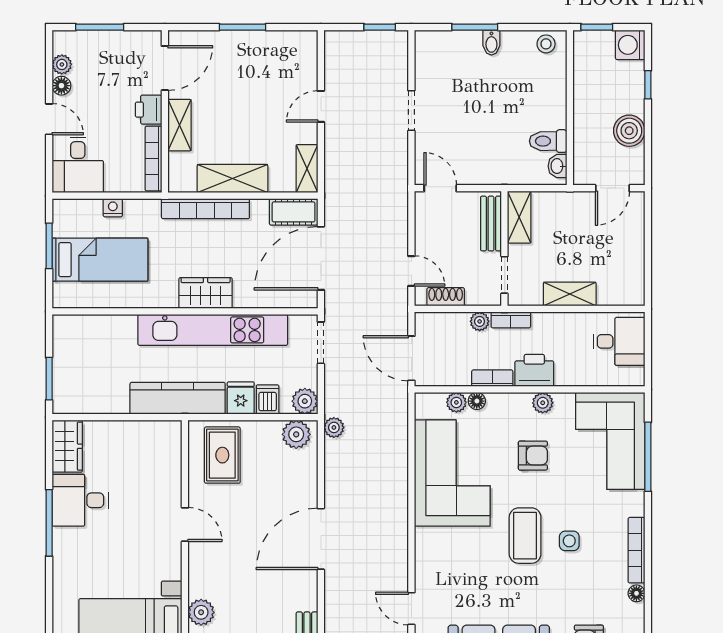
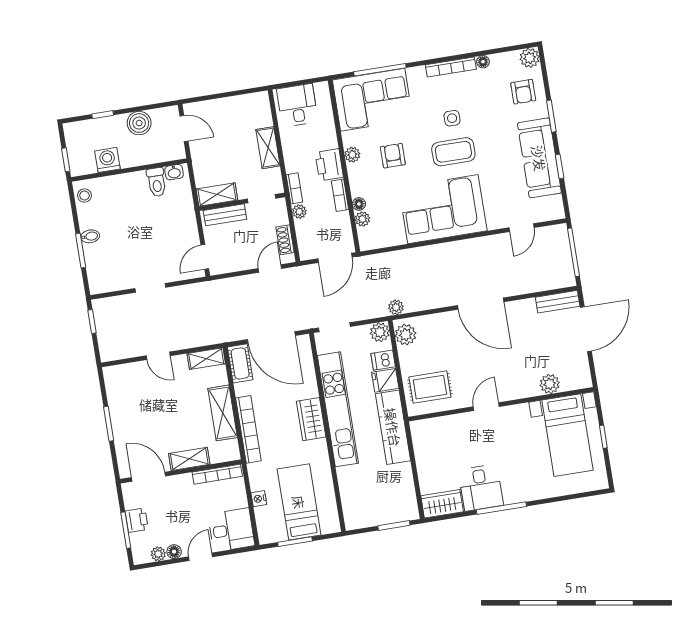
washing machine: (630, 45) -> (107, 160), moved, turned 180
printer: (149, 110) -> (137, 520), moved, turned -90
corner sofa: (452, 473) -> (443, 209), moved

